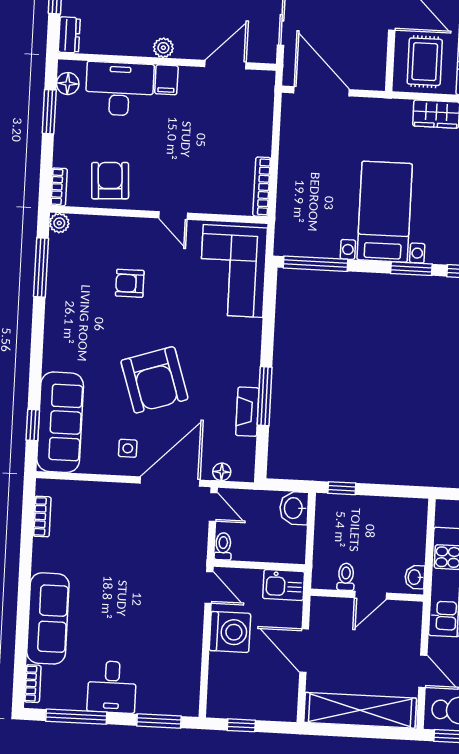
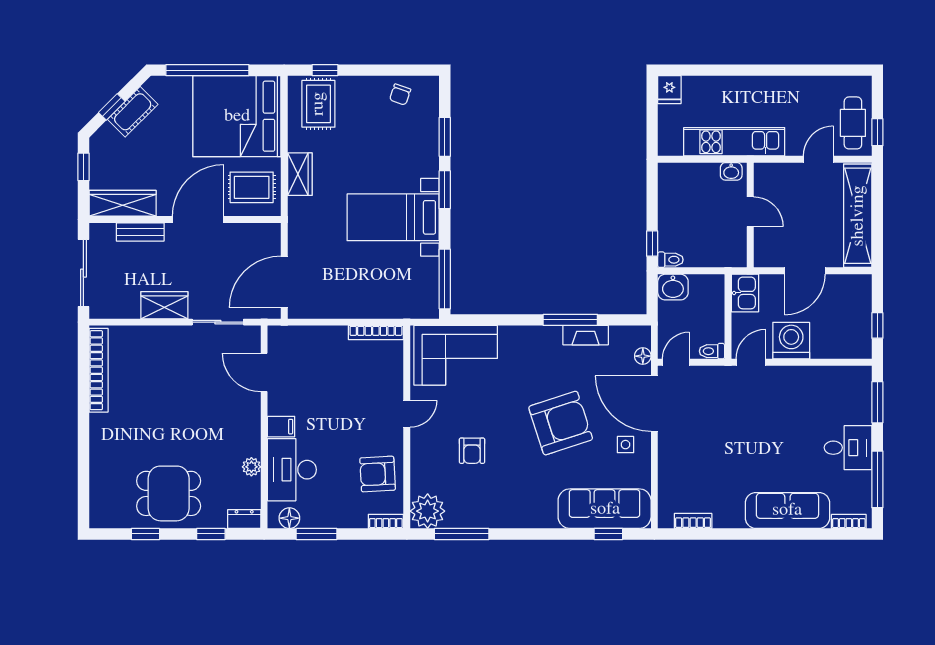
plant: (163, 48) -> (251, 467), moved
plant: (59, 223) -> (428, 511), width x1.88, depth x1.88
toilet: (346, 577) -> (670, 260), moved, turned 180

